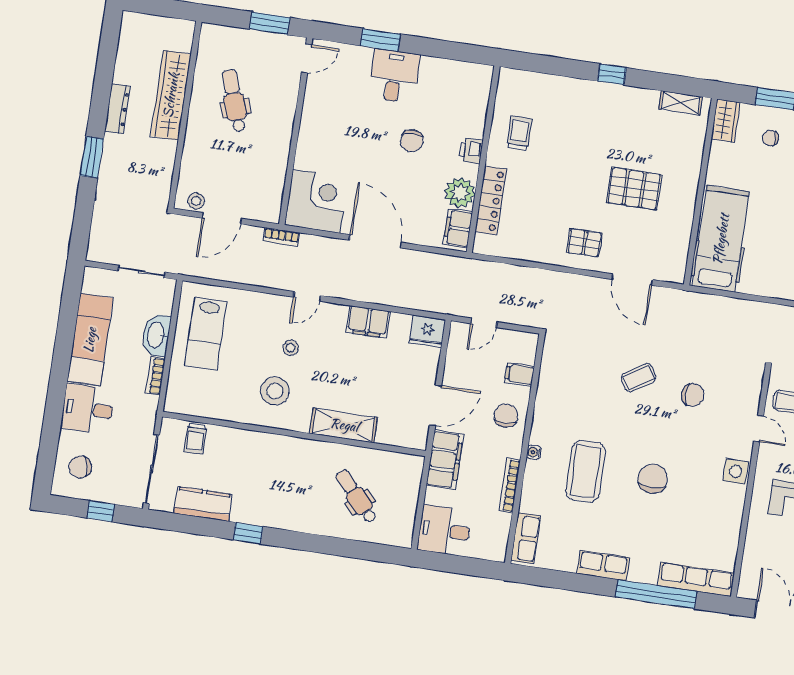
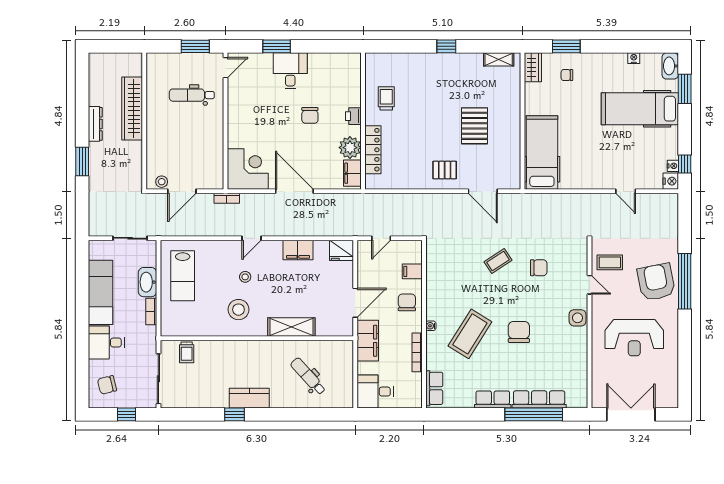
dental chair: (234, 101) -> (192, 95), moved, turned -71
pallet: (634, 189) -> (475, 126), turned 90
coffee table: (585, 471) -> (470, 334), turned 32
kitchen counter: (203, 504) -> (249, 398), moved
row of seats: (696, 579) -> (539, 399), moved

